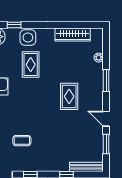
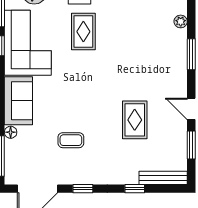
rug: (69, 96) -> (135, 120), moved

